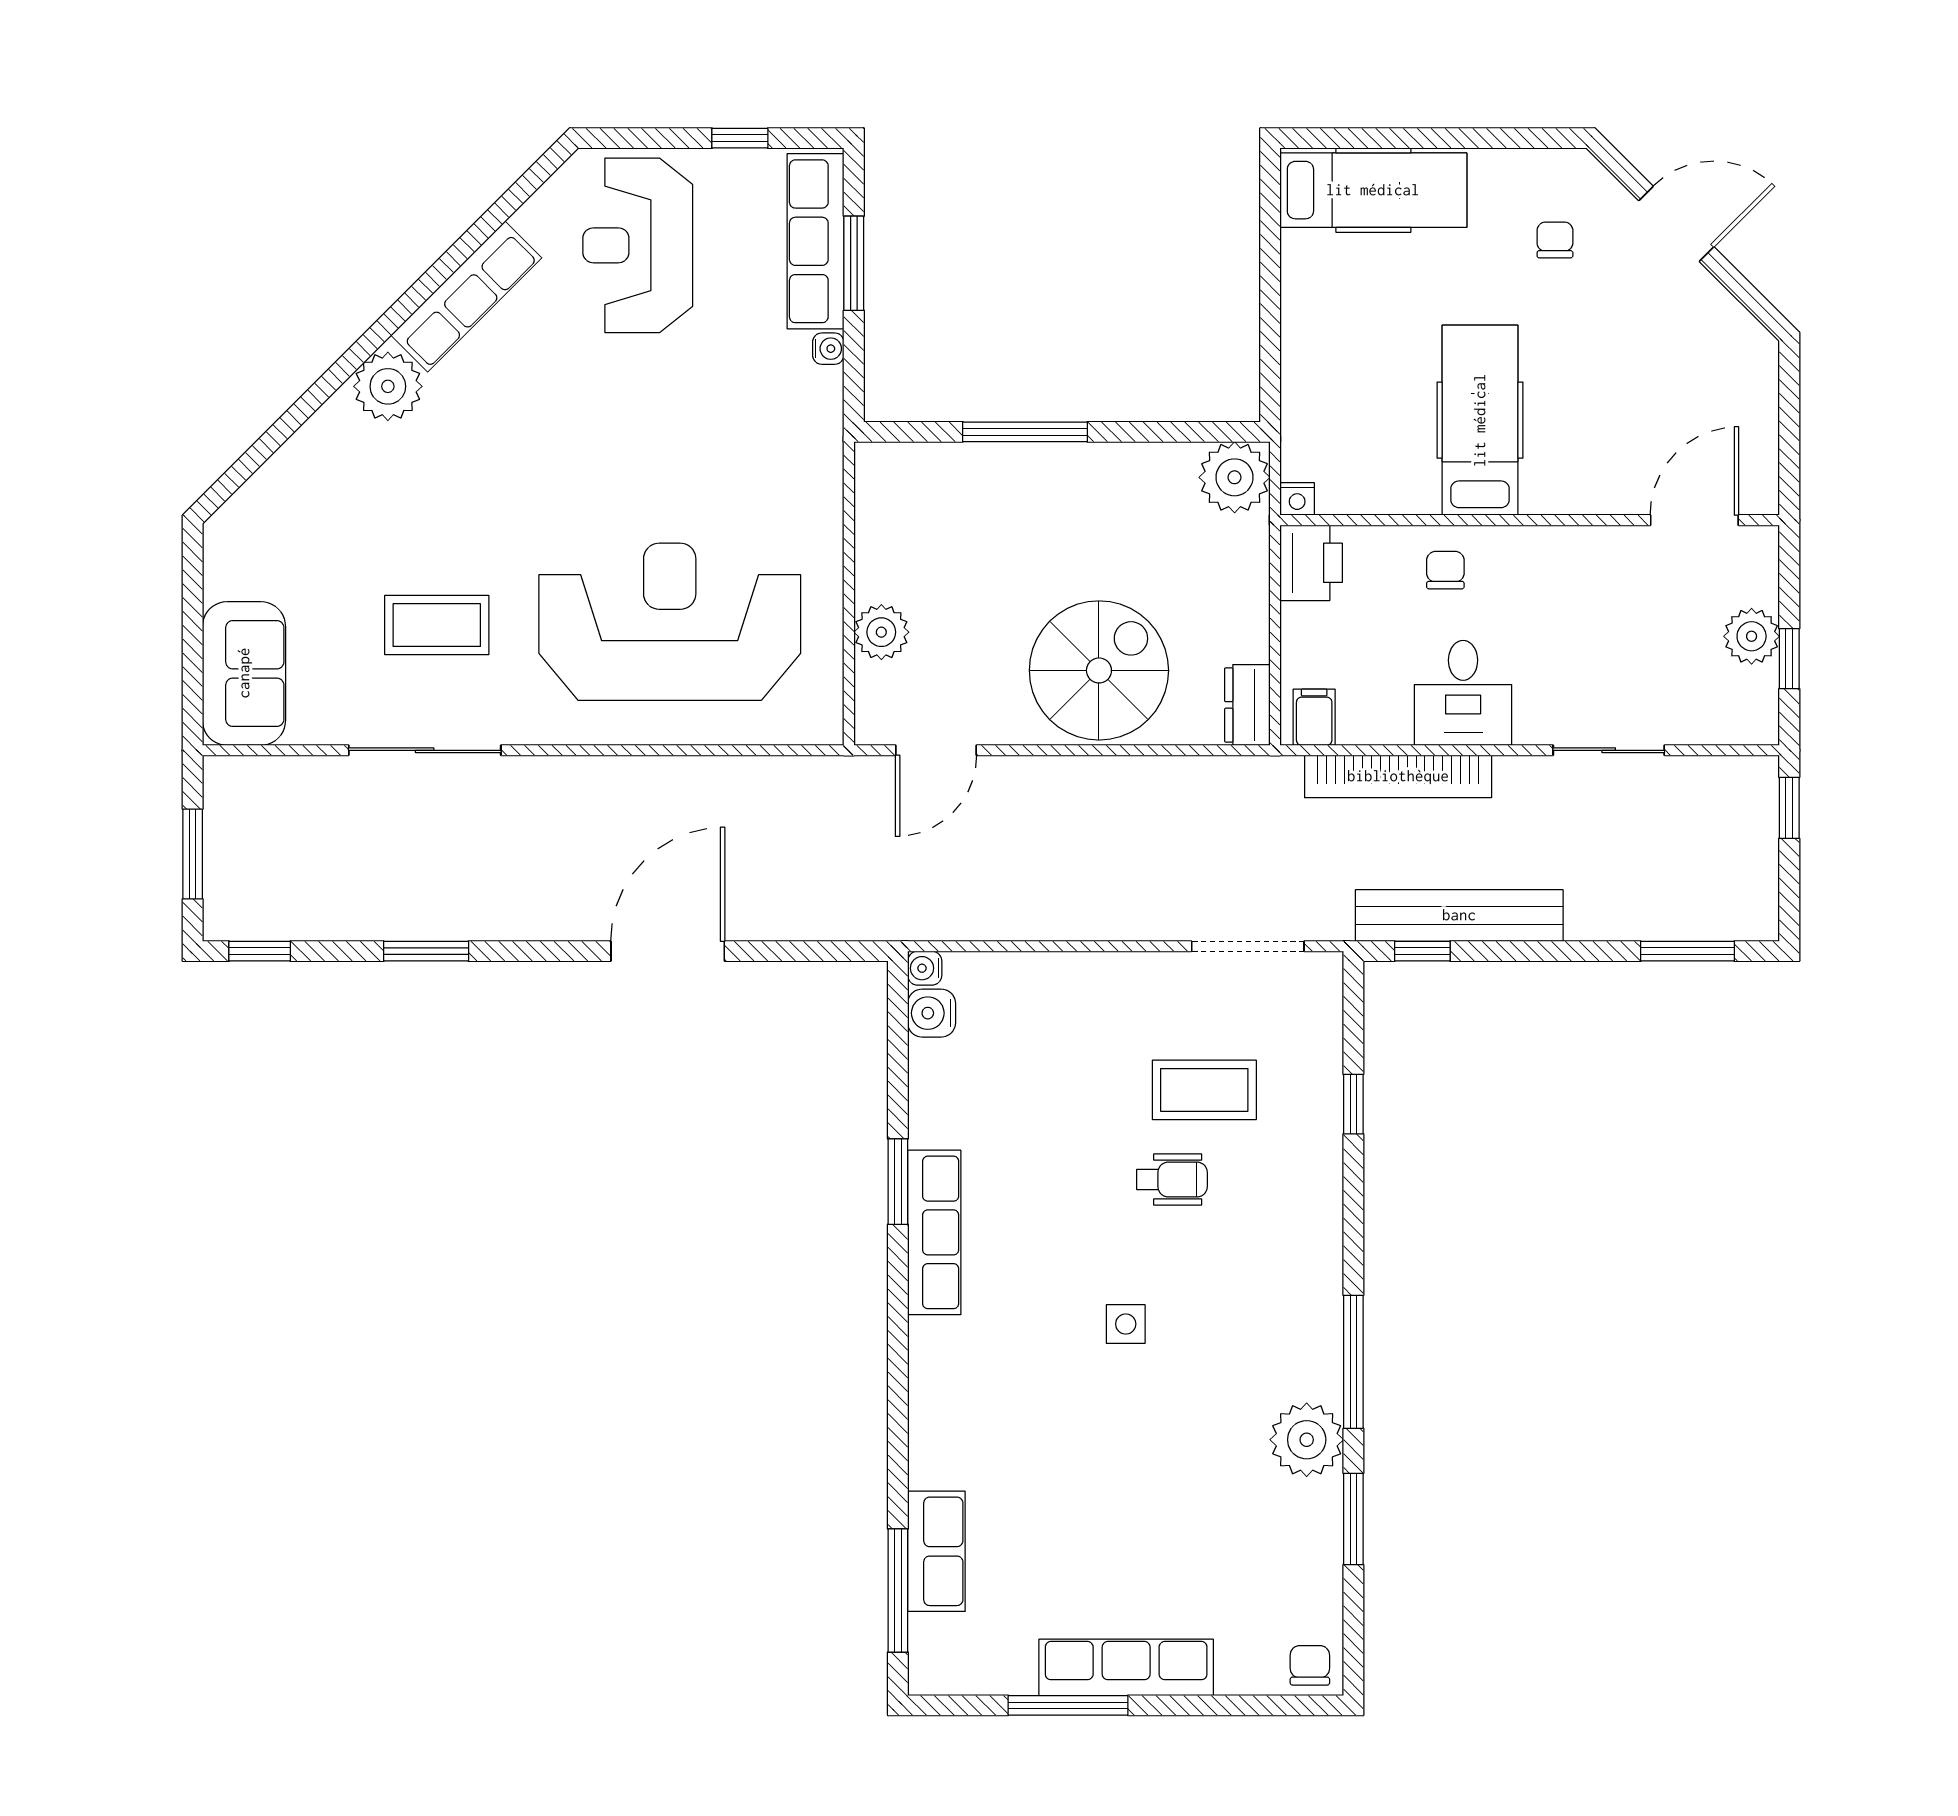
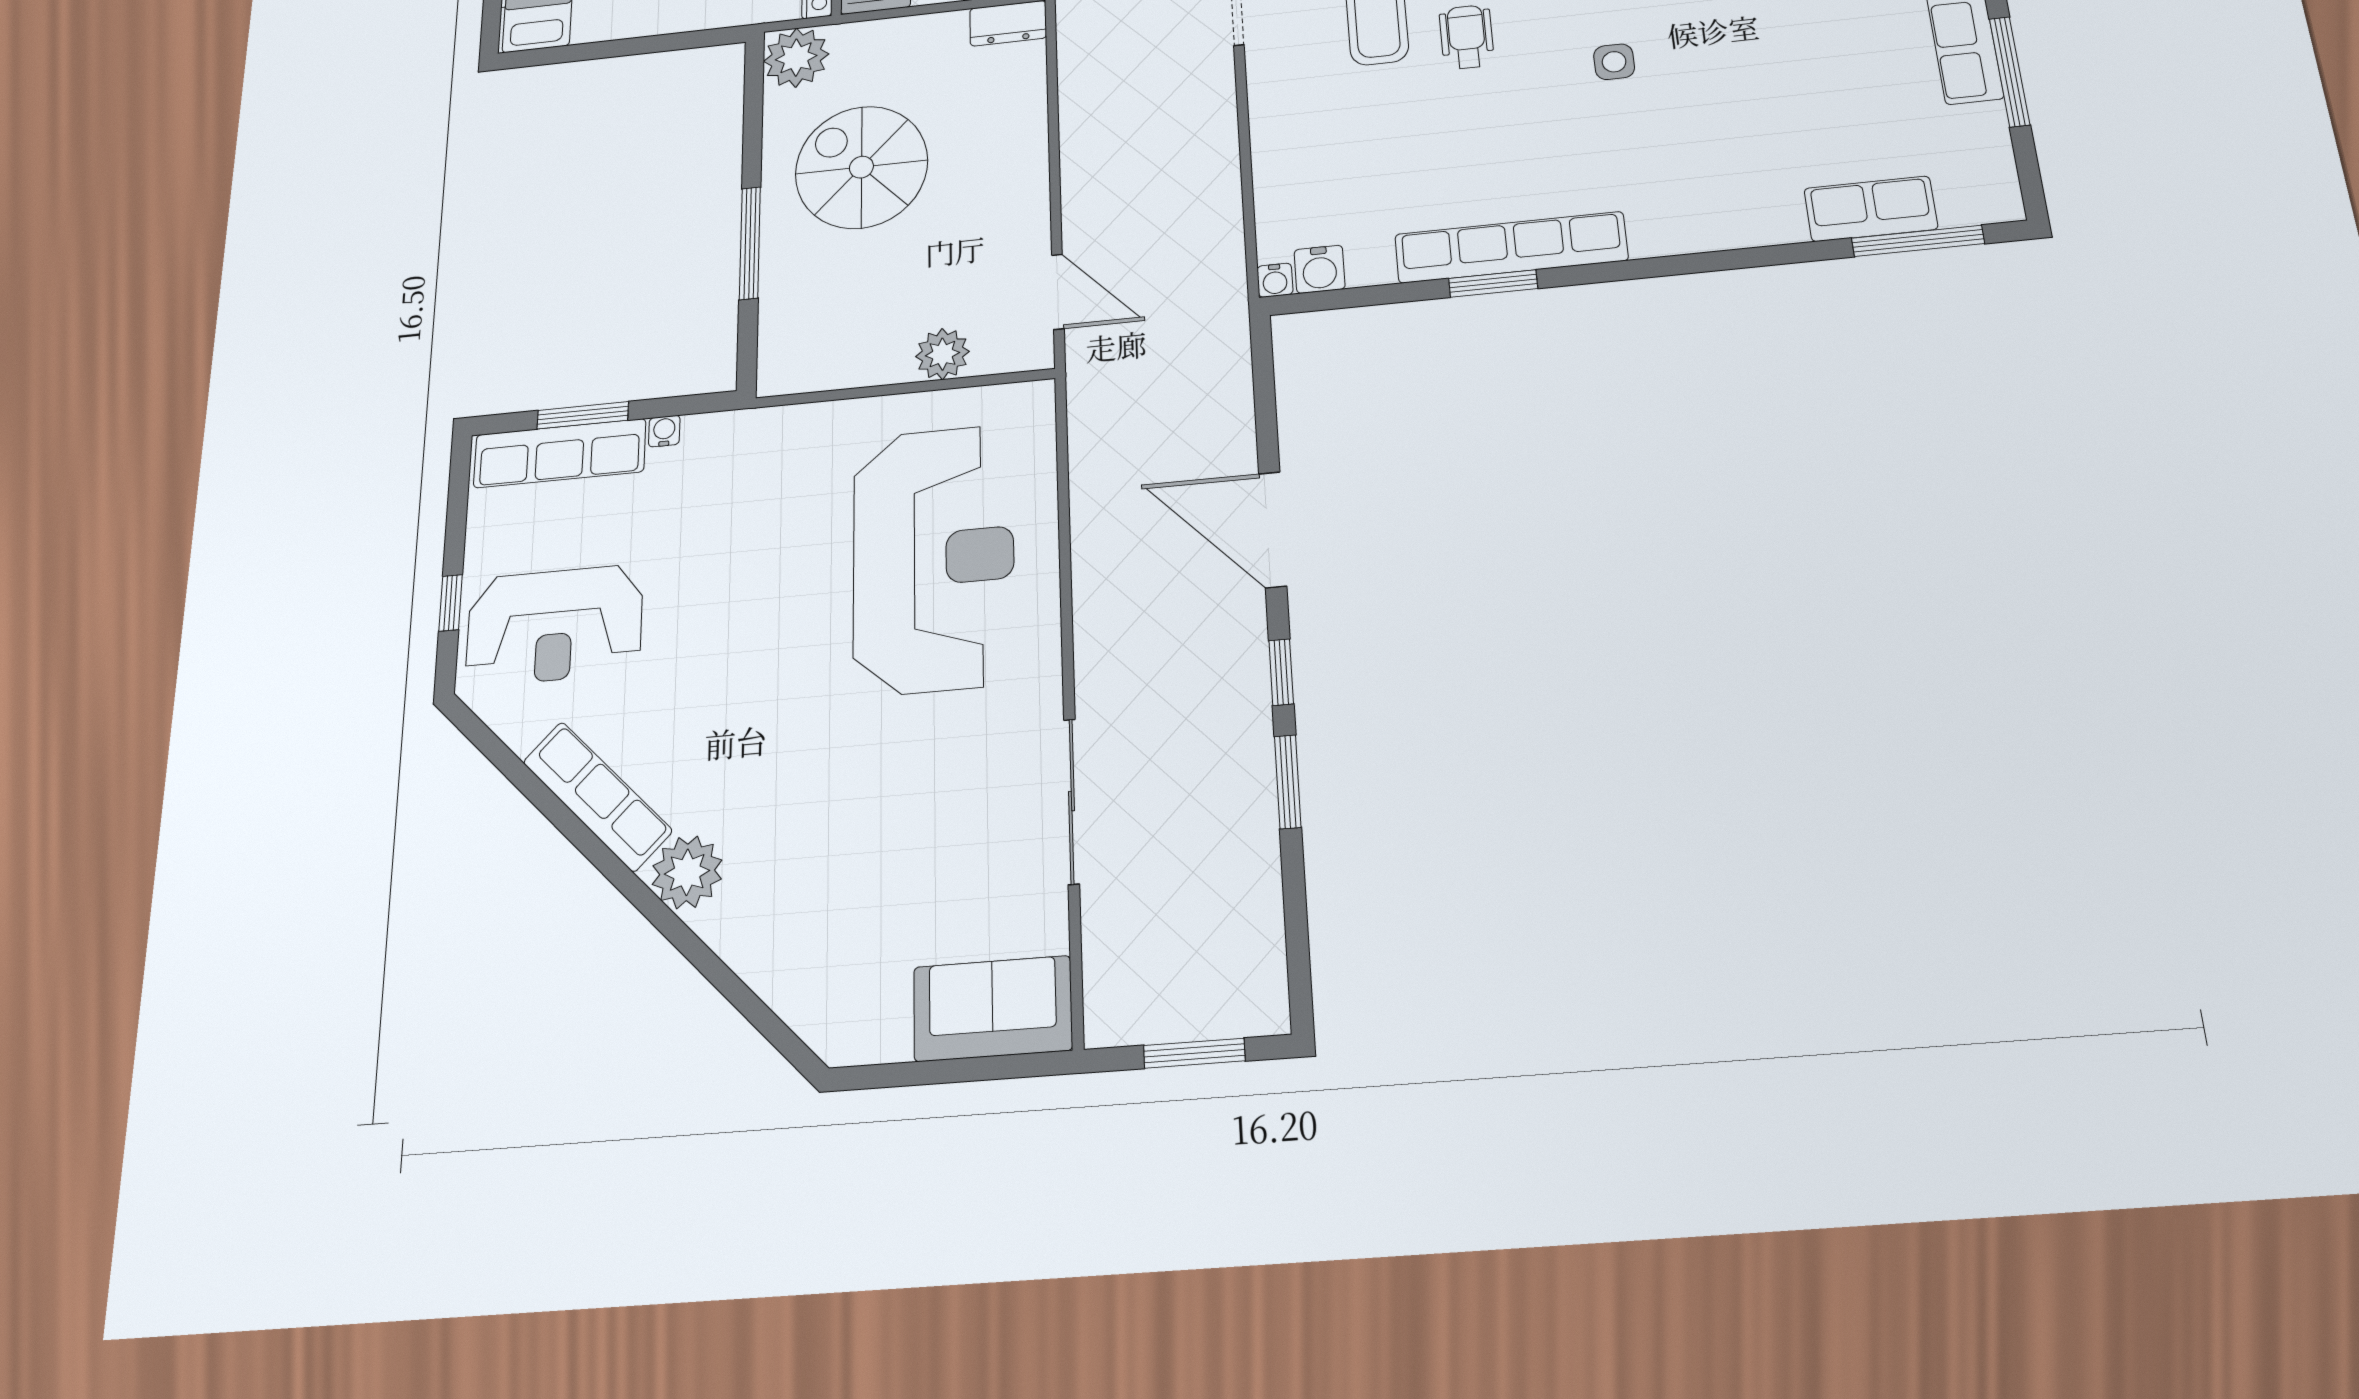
window: (740, 138) -> (451, 603), moved
reception desk: (670, 622) -> (934, 559), turned 180
coffee table: (437, 625) -> (938, 799), removed
spiral stairs: (1099, 670) -> (861, 167), moved
window: (260, 951) -> (1281, 672), moved
row of seats: (934, 1232) -> (1511, 247), width x1.36

